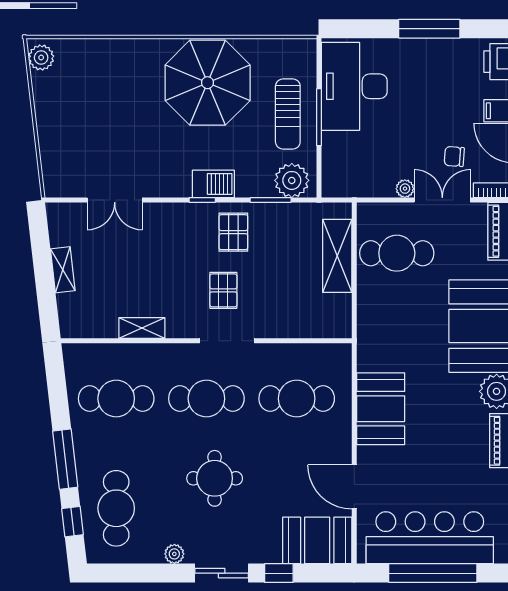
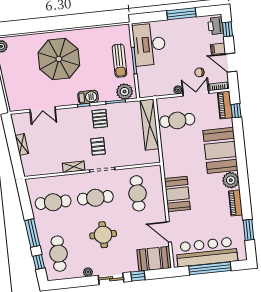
parasol: (208, 83) -> (59, 59), moved
shelving: (337, 256) -> (150, 125), width x1.47
shelving: (142, 328) -> (74, 167), moved
cafe table: (297, 399) -> (138, 193), turned 90

